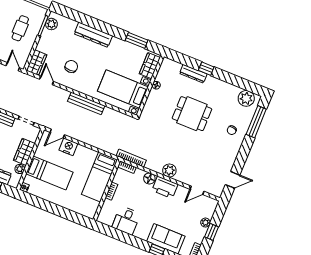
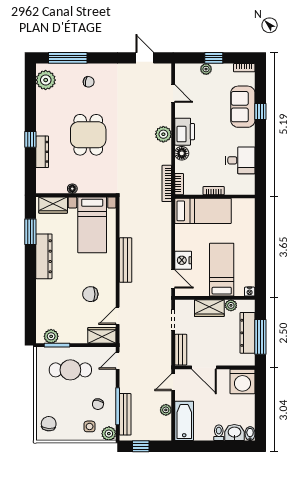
cafe table: (20, 28) -> (70, 370), width x1.37, depth x1.35
dresser: (93, 35) -> (44, 256), moved

